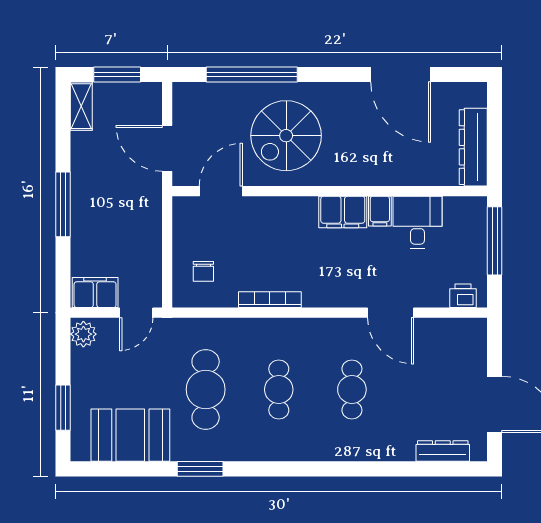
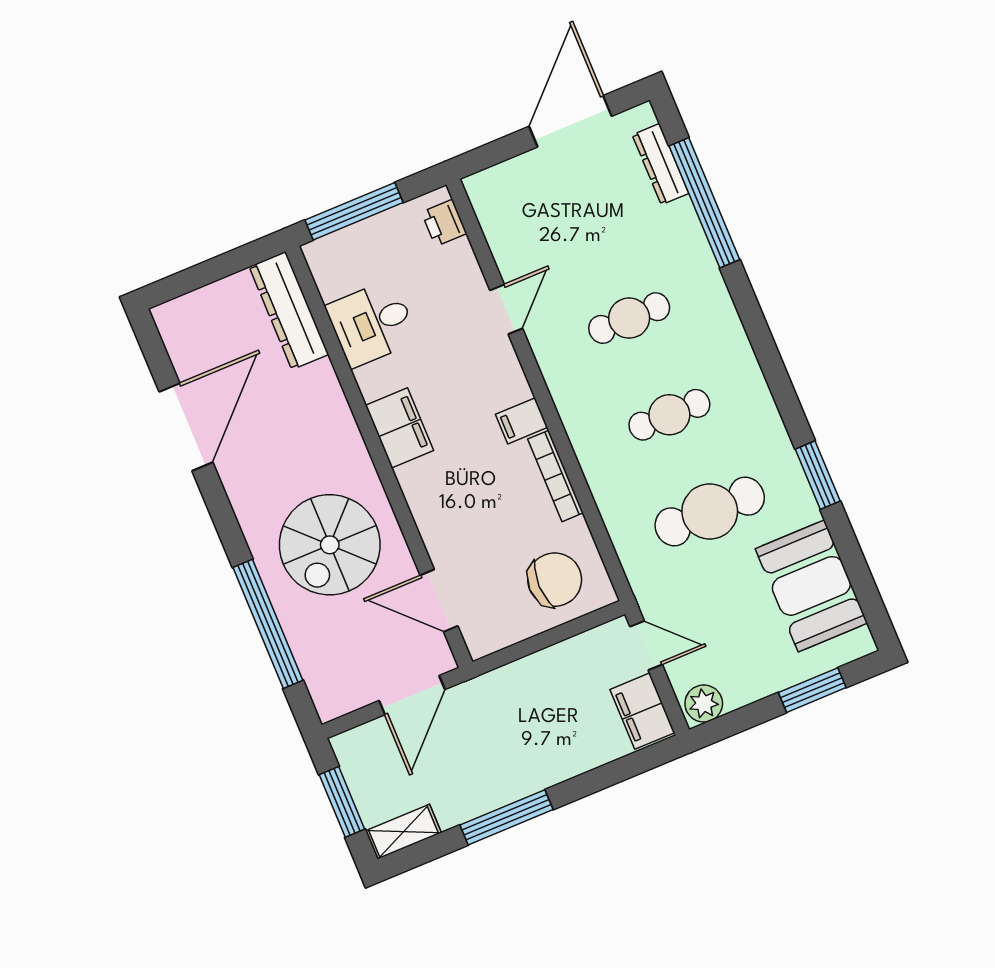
spiral stairs: (286, 136) -> (330, 545), turned 90
dresser: (473, 147) -> (289, 311), moved, turned 90
window: (63, 204) -> (507, 817), moved
filing cabinet: (380, 211) -> (522, 421), moved, turned 180
chair: (203, 271) -> (555, 580), width x1.87, depth x1.87
door: (391, 313) -> (506, 309), width x0.73
window: (406, 469) -> (704, 203), added

